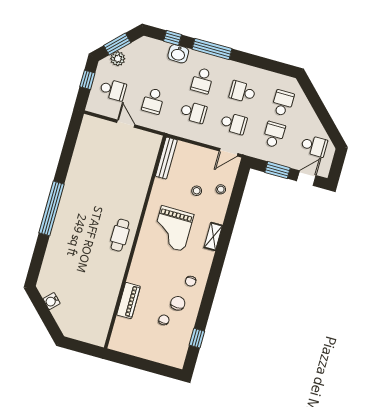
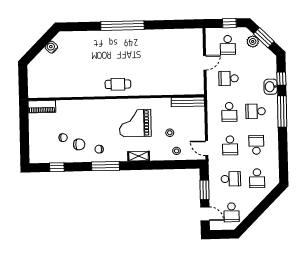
school desk: (283, 103) -> (257, 178), turned 90
window: (213, 280) -> (105, 166), added
piano: (128, 301) -> (42, 107), moved

